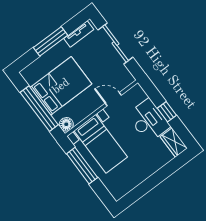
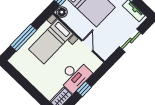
sliding door: (115, 44) -> (131, 41), width x0.73
window: (82, 166) -> (24, 38), moved

